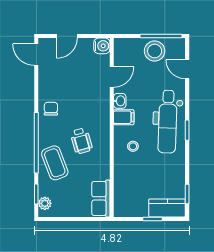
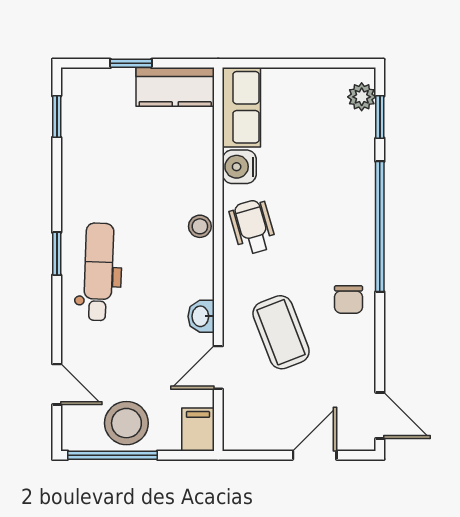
water cooler: (102, 46) -> (239, 167), moved
filing cabinet: (124, 117) -> (198, 430), moved, turned 90
dental chair: (168, 122) -> (99, 272), width x0.73, depth x0.72
wheelchair: (81, 141) -> (253, 227), moved
stool: (133, 146) -> (200, 226), moved
coffee table: (55, 163) -> (281, 332), moved
kitchen counter: (167, 208) -> (175, 87), moved

